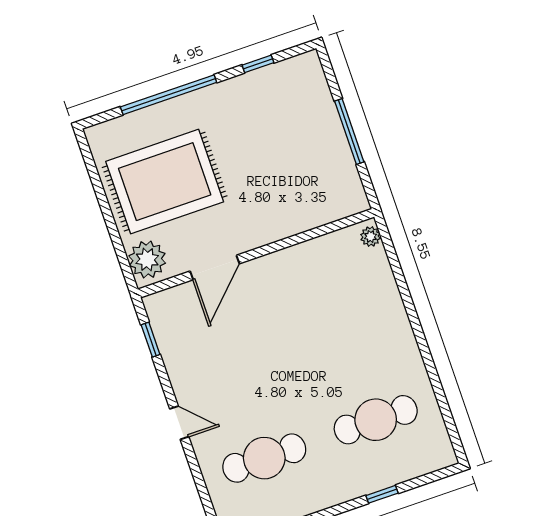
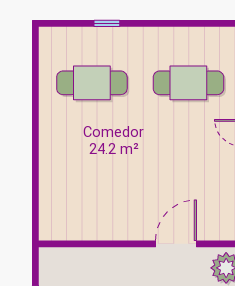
plant: (371, 237) -> (47, 226), removed

